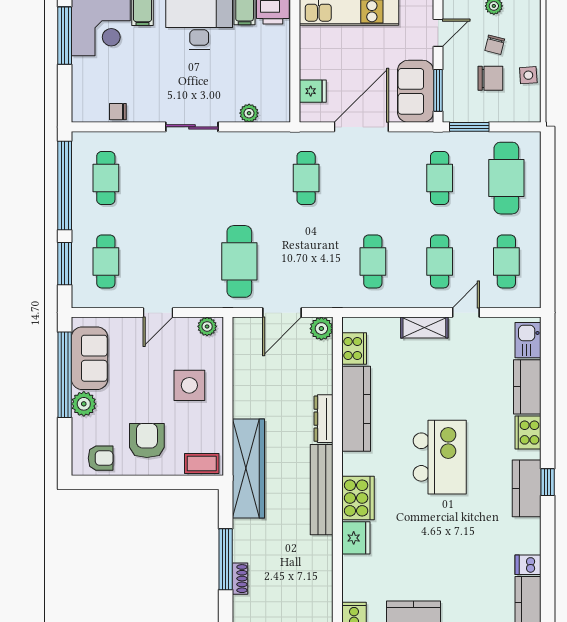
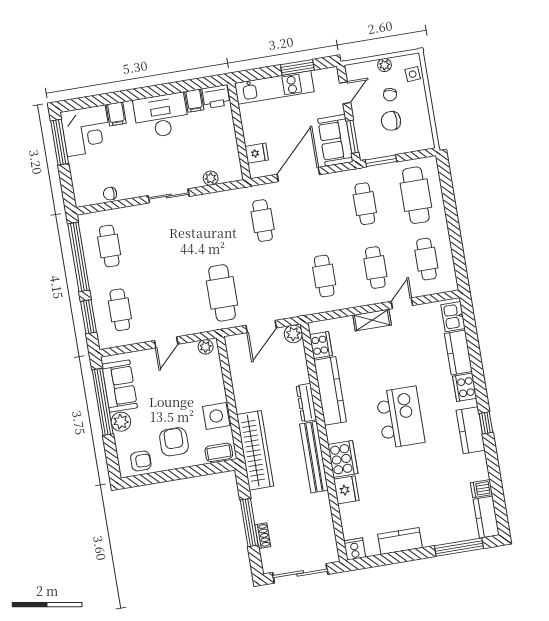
side table: (528, 75) -> (413, 74), moved
chair: (490, 78) -> (391, 121), turned 180
side table: (189, 385) -> (216, 416), moved

